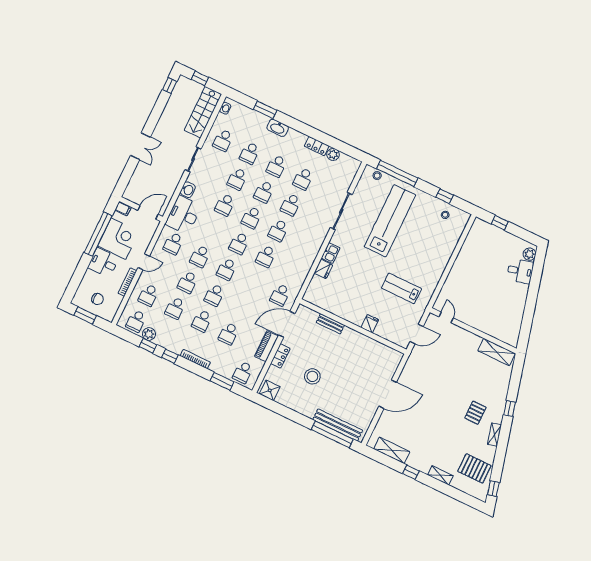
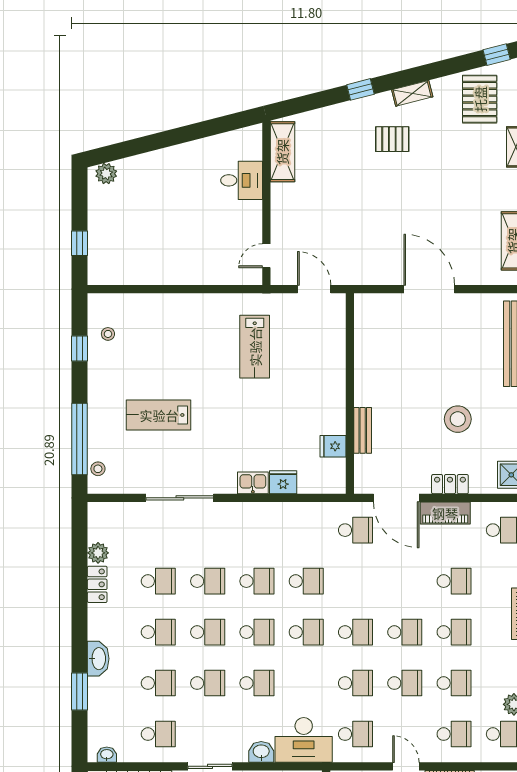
lab bench: (390, 221) -> (159, 415), width x0.54, depth x0.72
desk: (520, 271) -> (242, 180), moved, turned 104
fridge: (370, 324) -> (333, 446), moved

